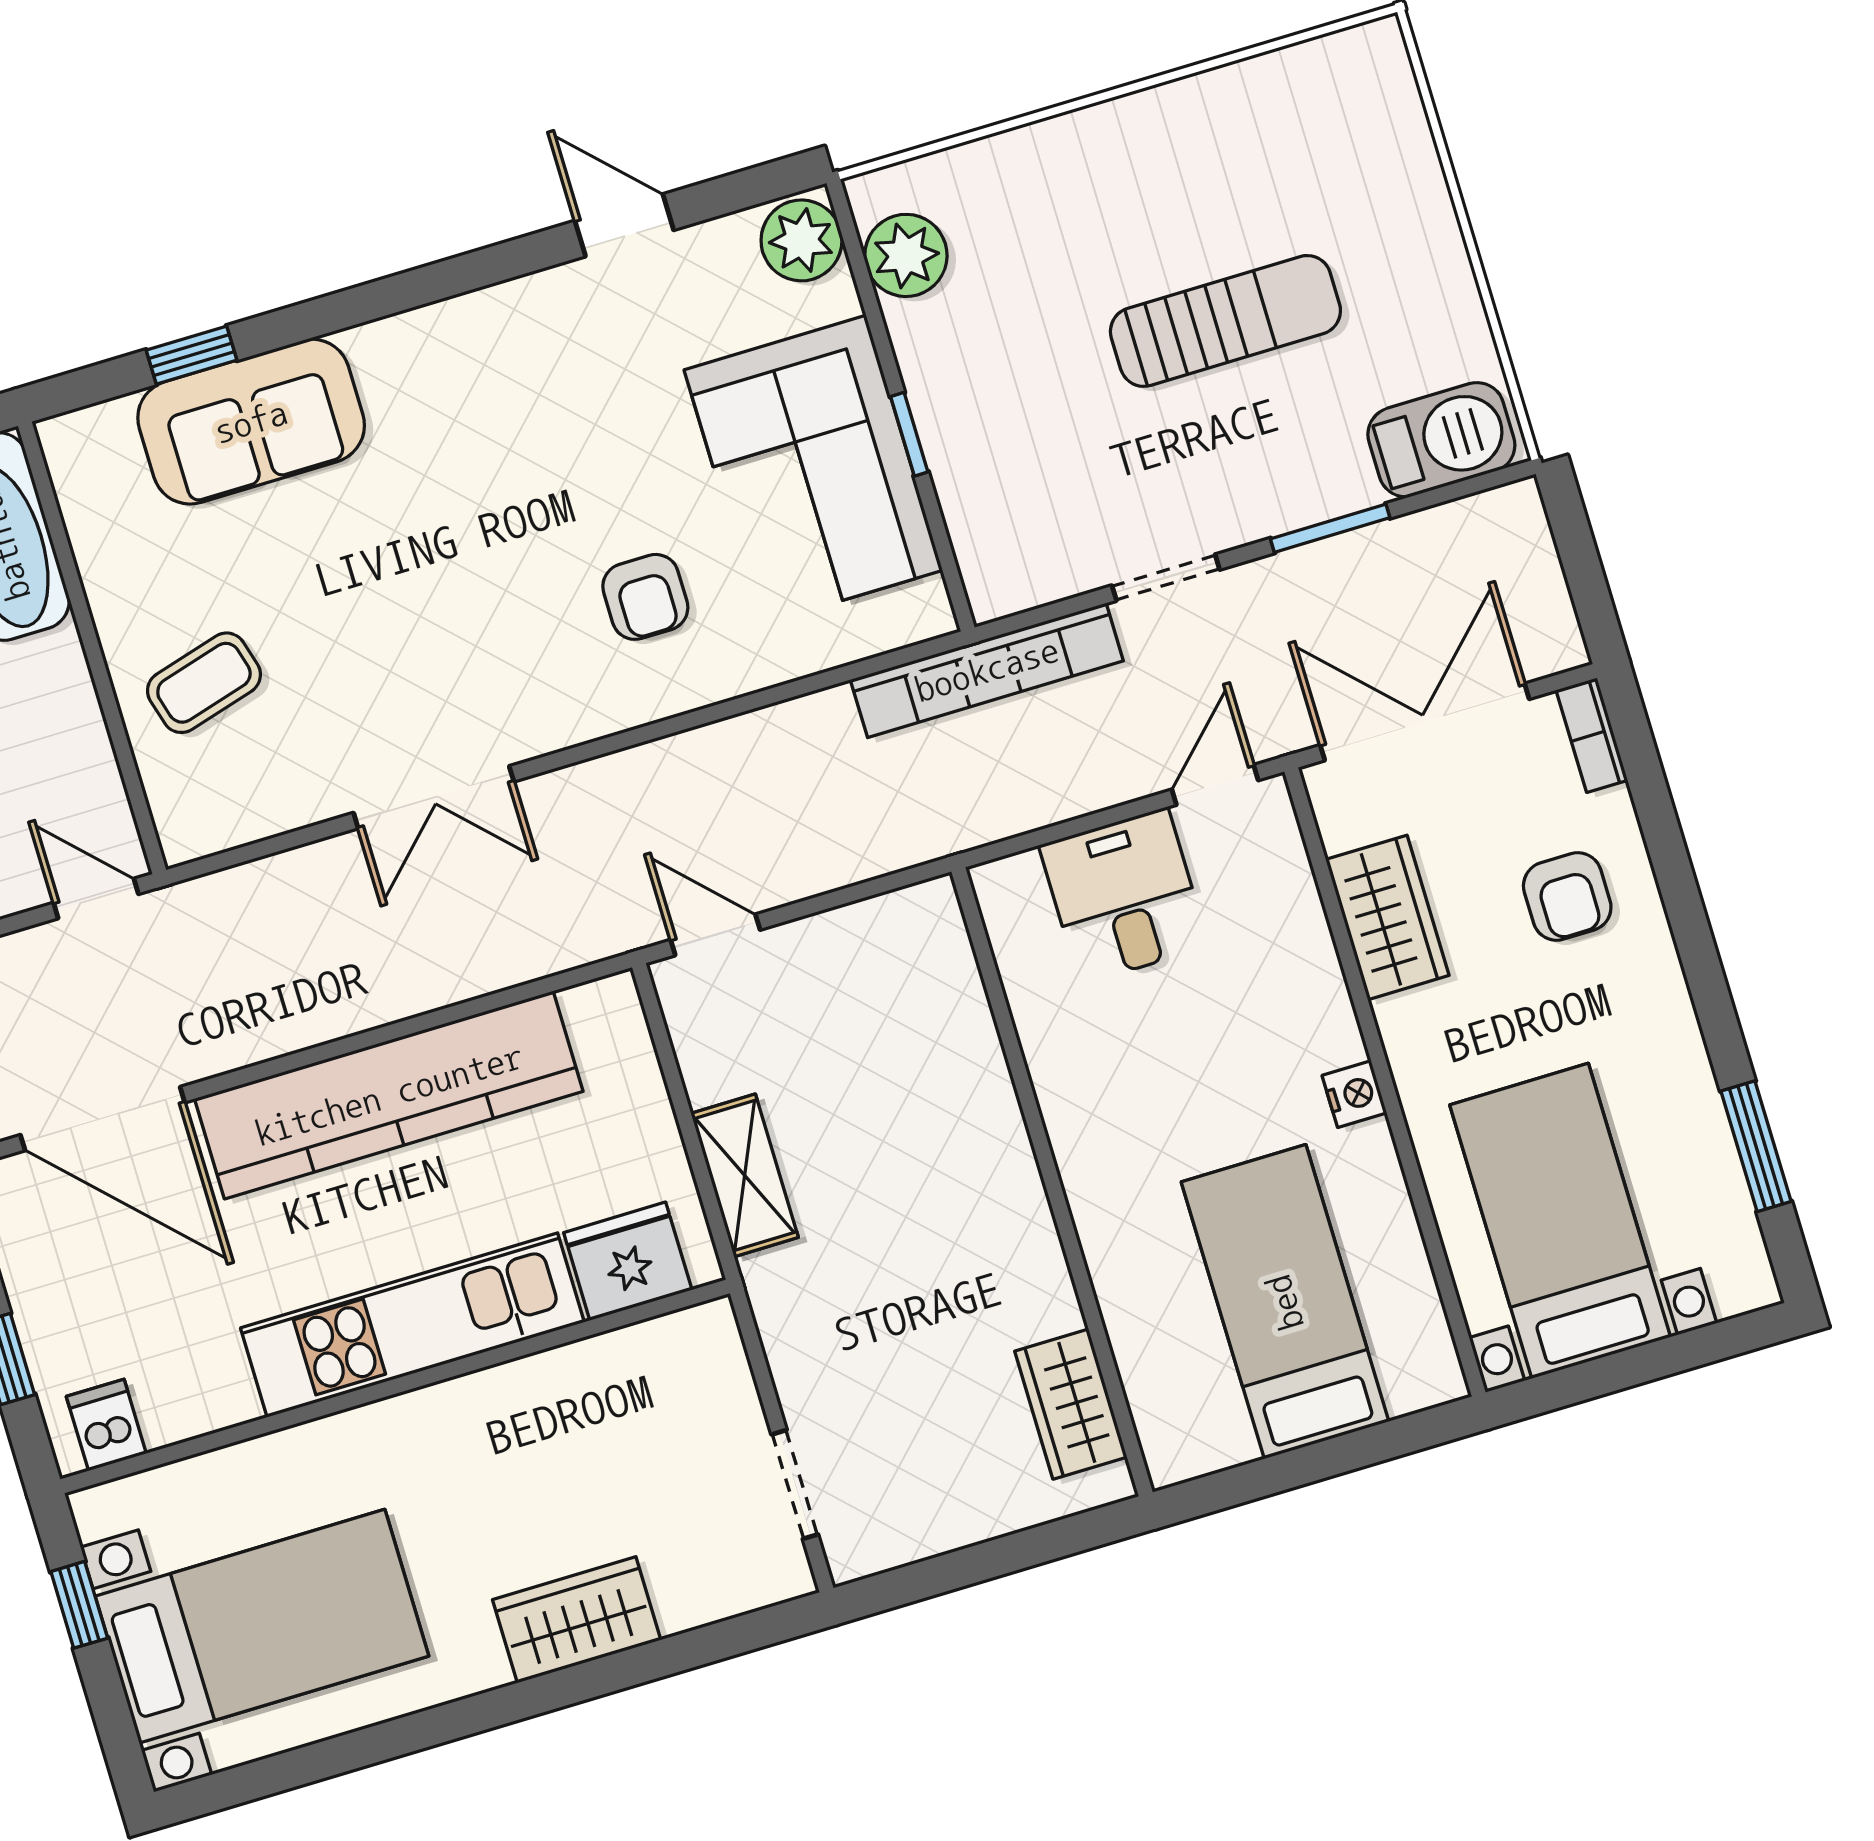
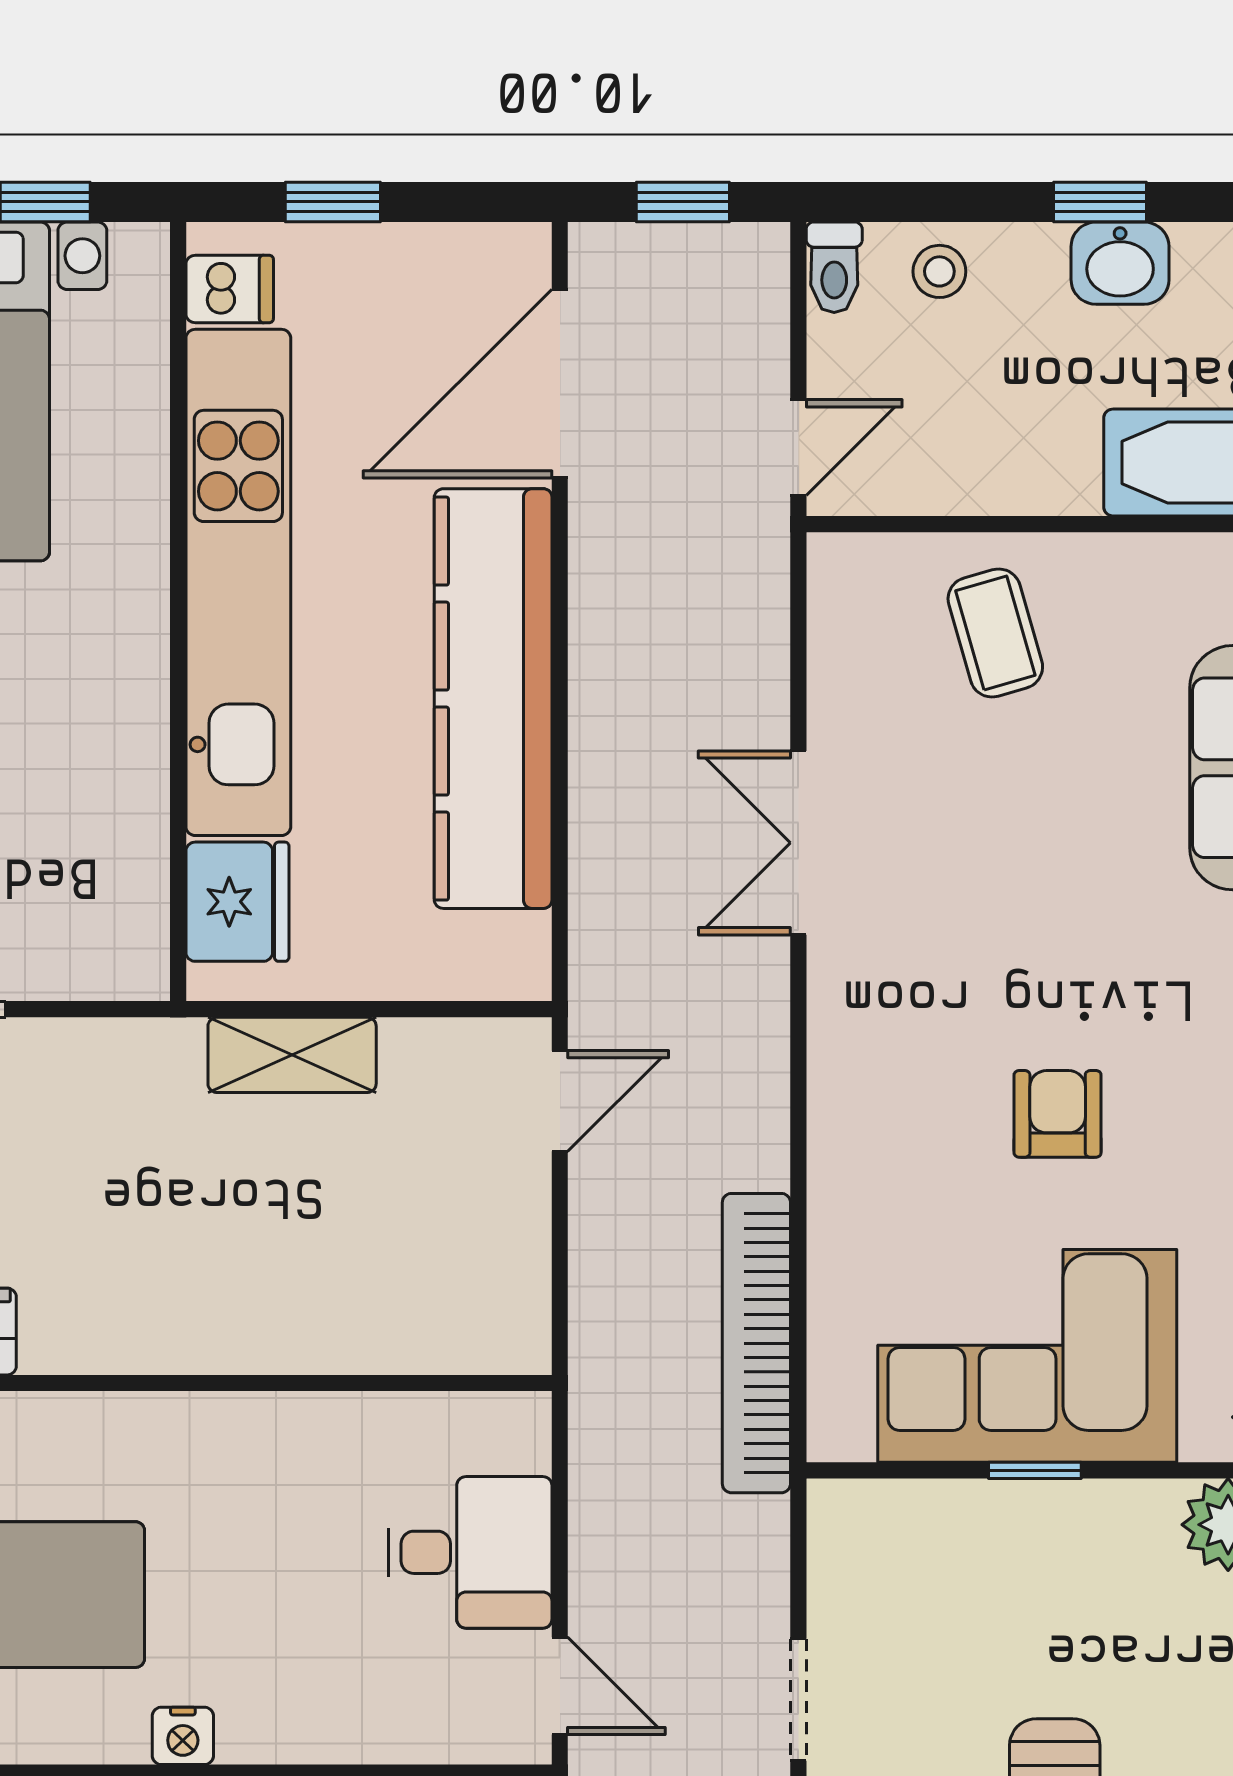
armchair: (645, 597) -> (1058, 1114), moved, turned 90
bookcase: (987, 670) -> (756, 1343), moved
kitchen unit: (412, 1325) -> (238, 582), width x1.36

